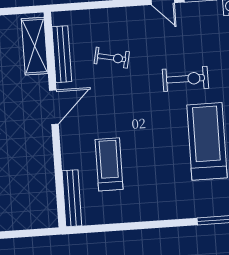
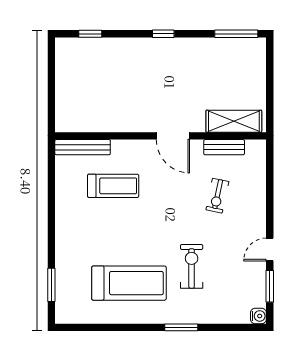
bench: (62, 54) -> (224, 147), width x0.73
exercise bike: (185, 79) -> (192, 266), turned 180

